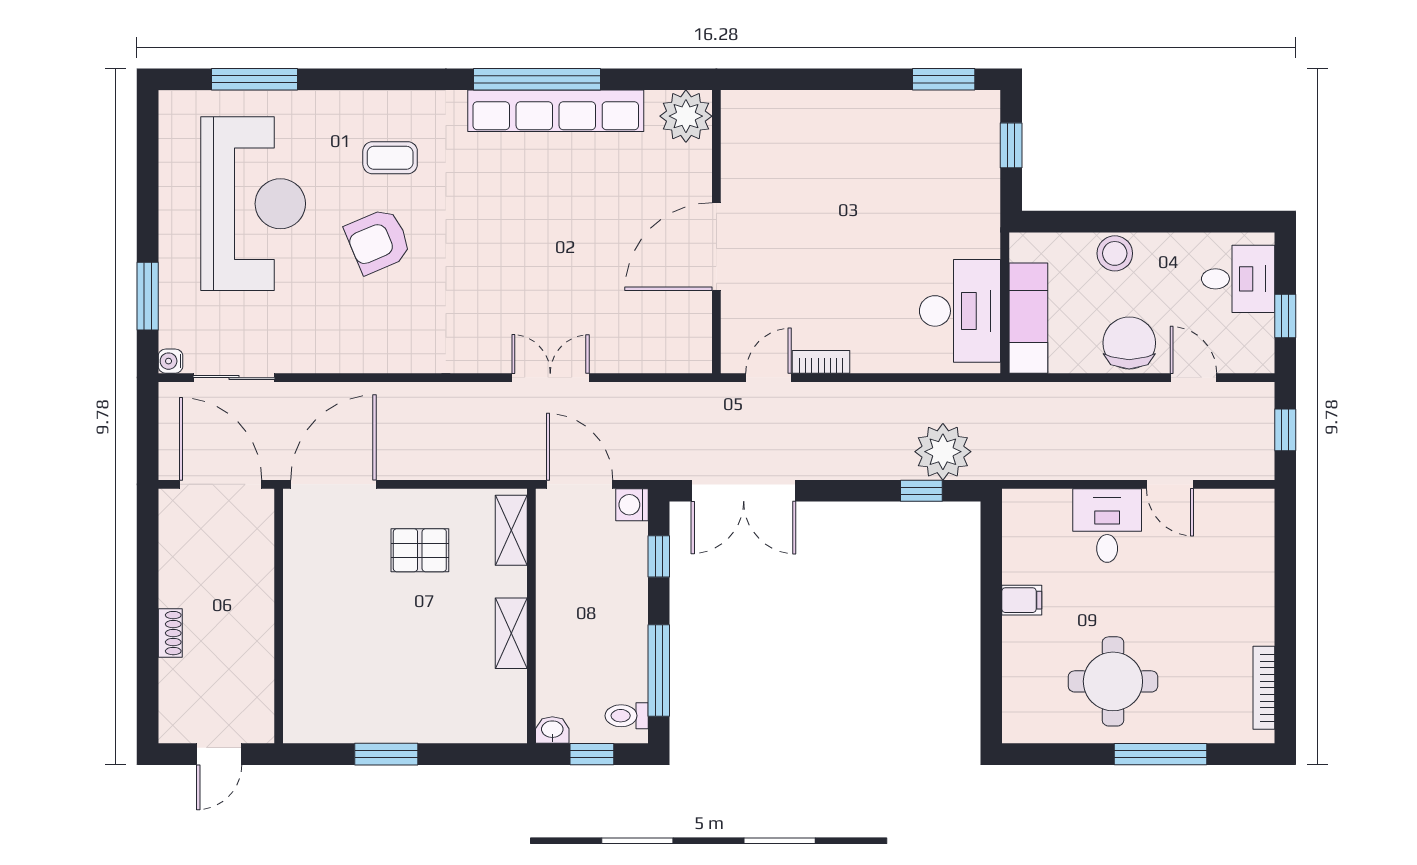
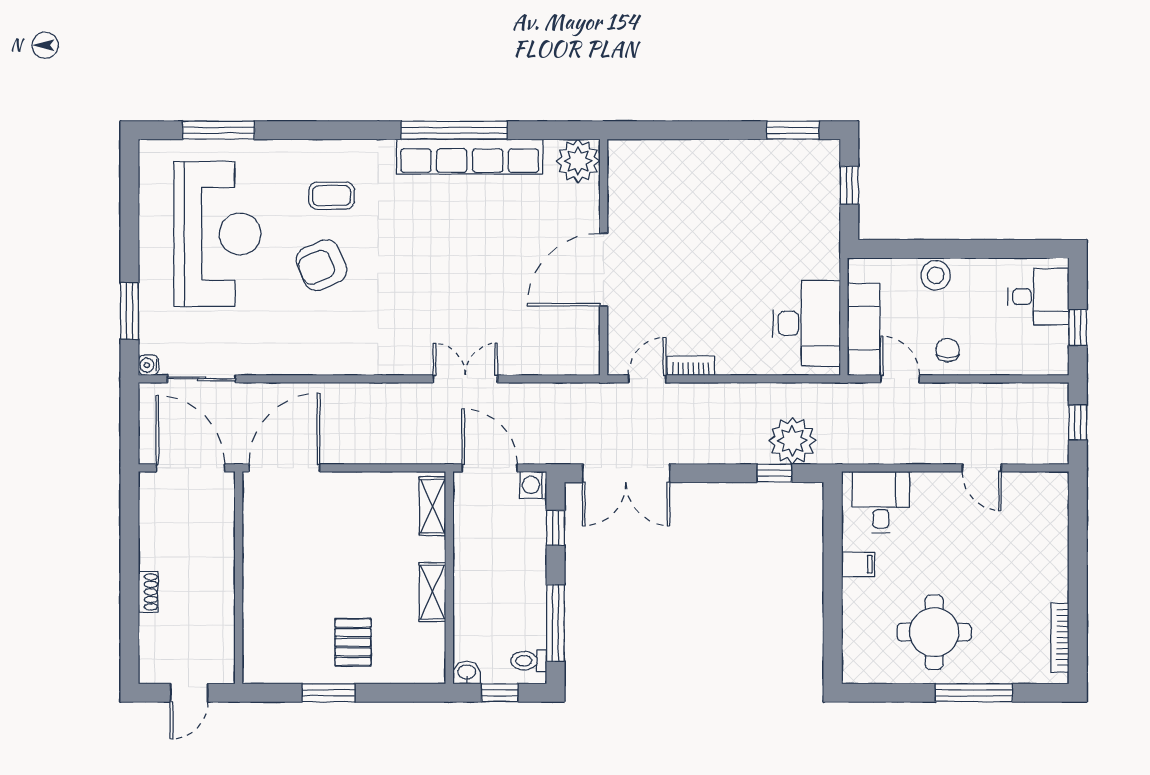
chair: (1129, 343) -> (948, 350), width x0.54, depth x0.54
door: (1193, 378) -> (900, 379), moved
desk: (1107, 526) -> (881, 502), moved
pallet: (420, 550) -> (353, 642), moved, turned 90

